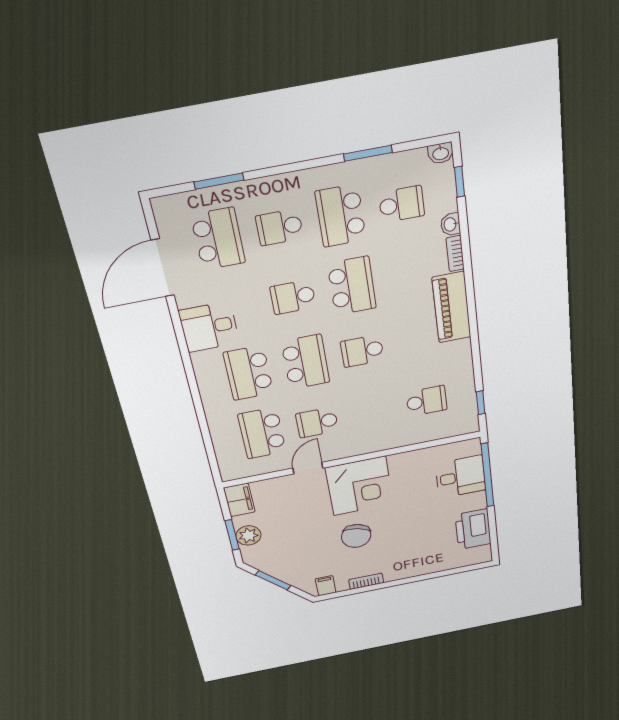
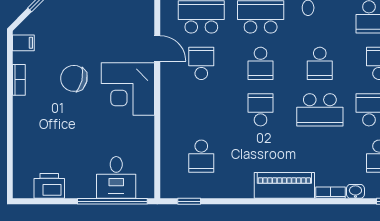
school desk: (293, 297) -> (320, 63), turned 180
school desk: (305, 362) -> (261, 63), width x0.54
printer: (473, 529) -> (49, 186), width x0.73, depth x0.84

